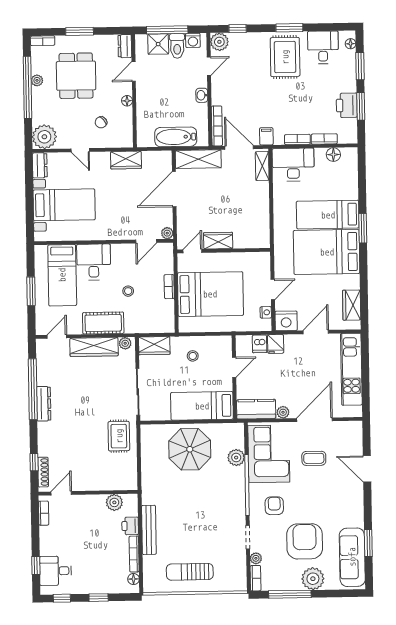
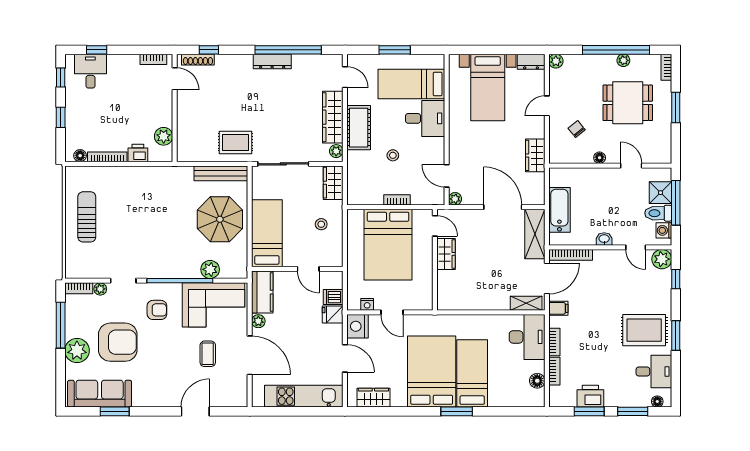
dresser: (125, 46) -> (659, 156), removed
plant: (44, 137) -> (556, 61), width x0.53, depth x0.53
bench: (149, 530) -> (221, 173), moved

